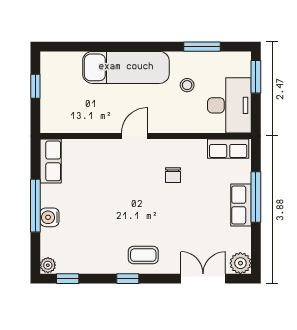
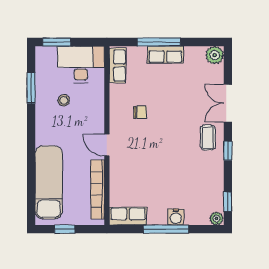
exam couch: (126, 67) -> (49, 182), moved
bookcase: (82, 125) -> (98, 189), added
double door: (203, 279) -> (228, 103), moved

